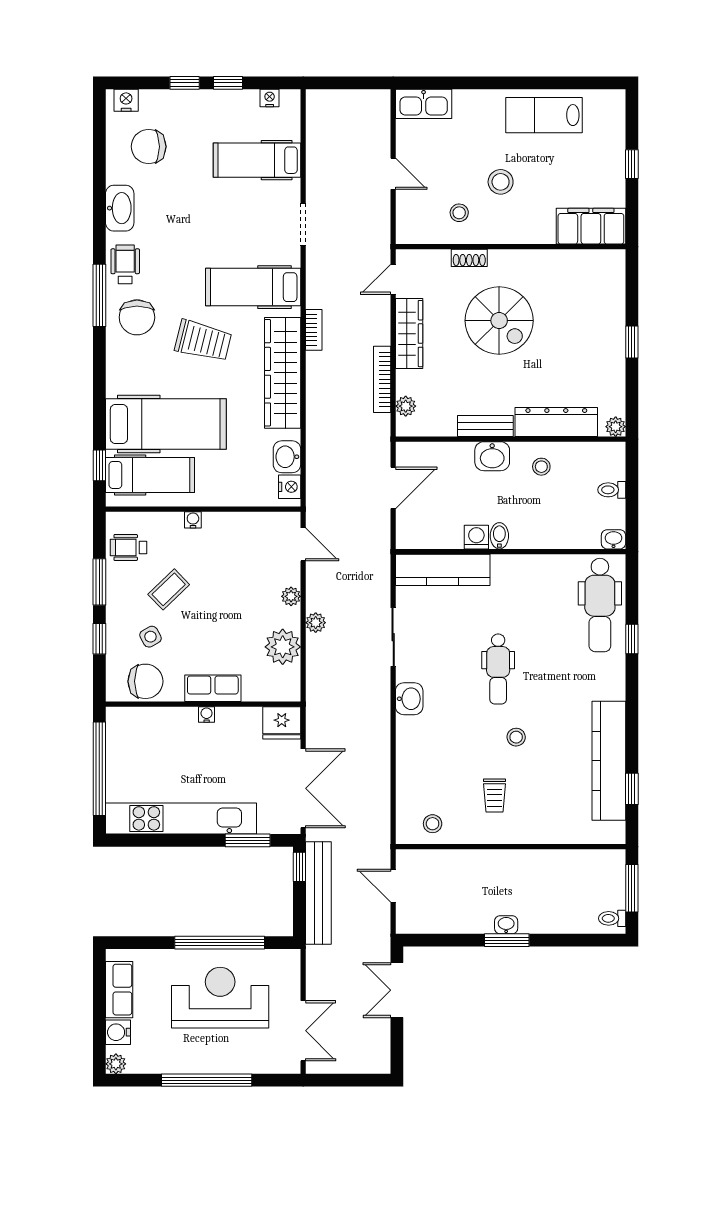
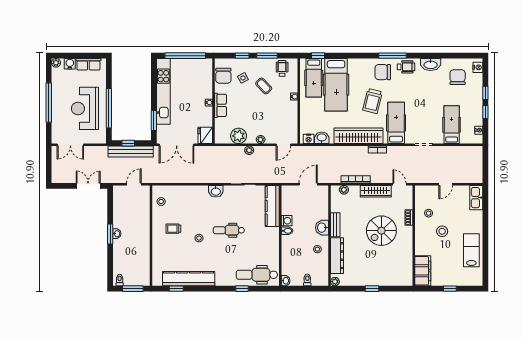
door: (393, 488) -> (308, 184), swing flipped
window: (299, 867) -> (128, 143), moved
reception desk: (220, 998) -> (85, 108), turned 180

